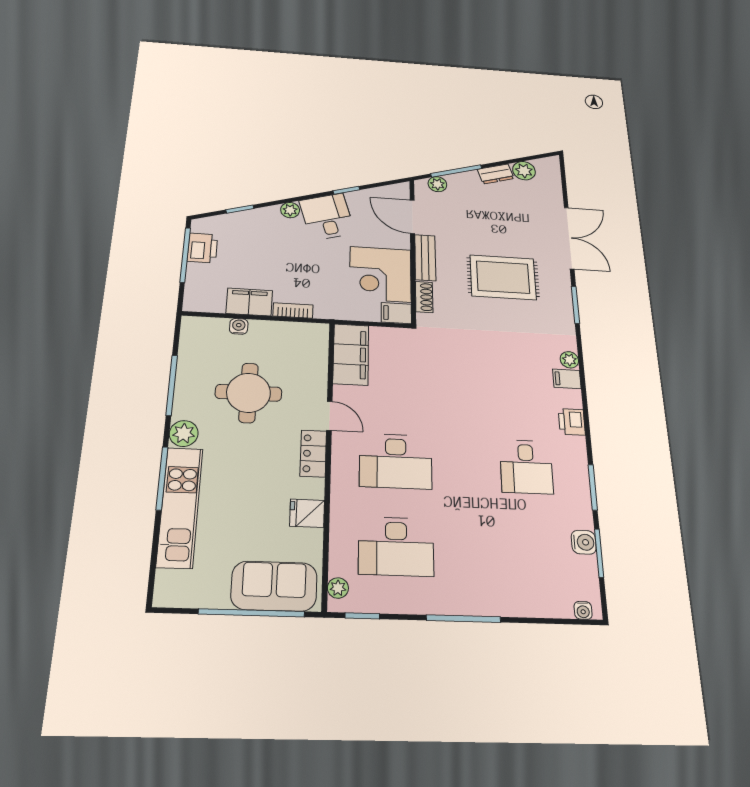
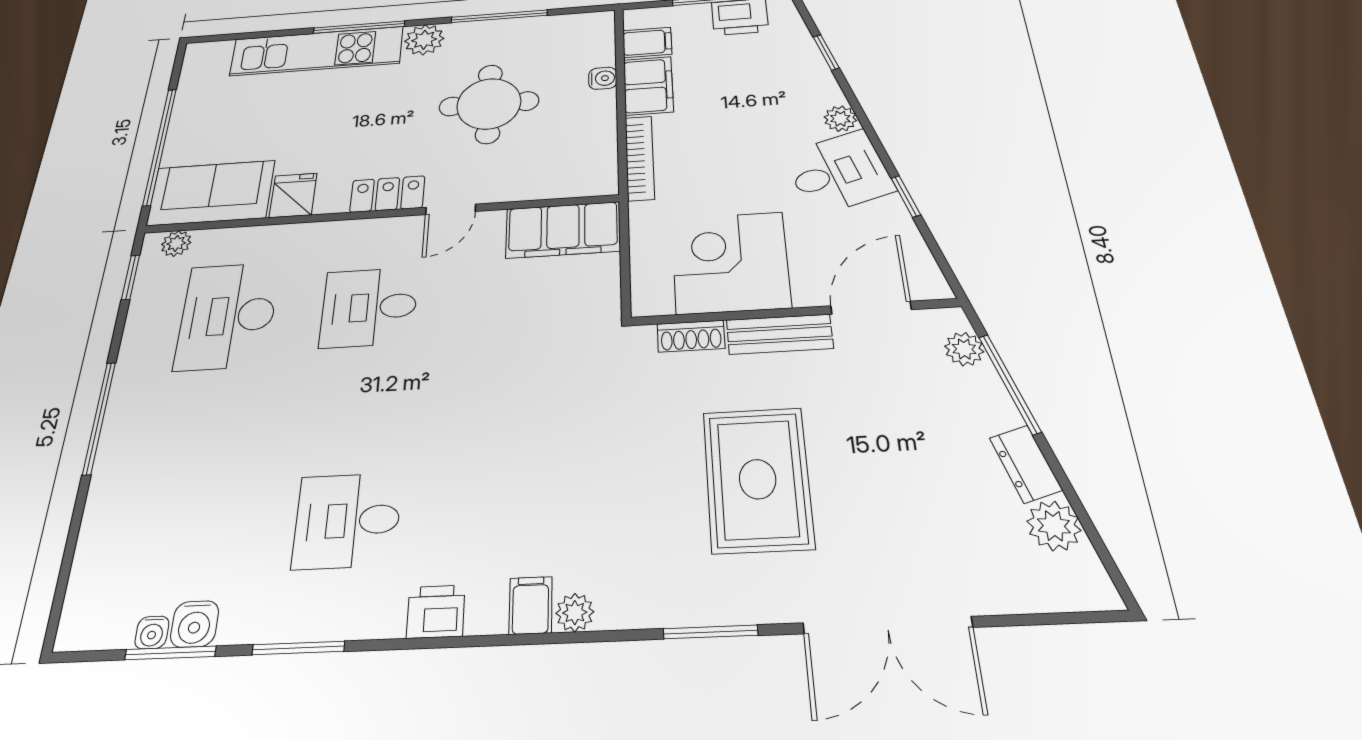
bookcase: (293, 310) -> (640, 158), width x1.56
filing cabinet: (396, 313) -> (647, 42), moved, turned 90
desk: (396, 461) -> (369, 307), width x0.73
sofa: (274, 586) -> (211, 193), moved, turned -90
water cooler: (583, 610) -> (152, 632), moved, turned -90

